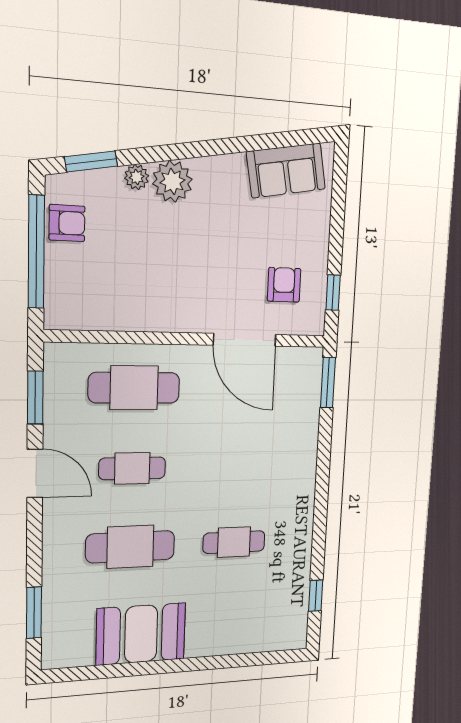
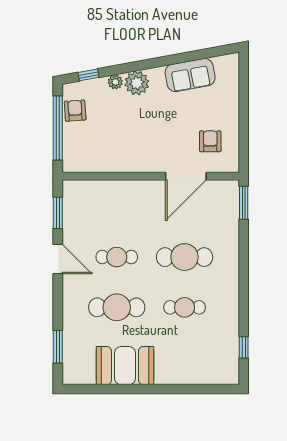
window: (91, 161) -> (88, 75), width x0.67
sofa: (286, 170) -> (190, 75), moved
armchair: (67, 223) -> (75, 111), turned -94
window: (333, 293) -> (244, 145), removed
door: (245, 340) -> (186, 176), hinge flipped
cafe table: (134, 388) -> (185, 257), moved

